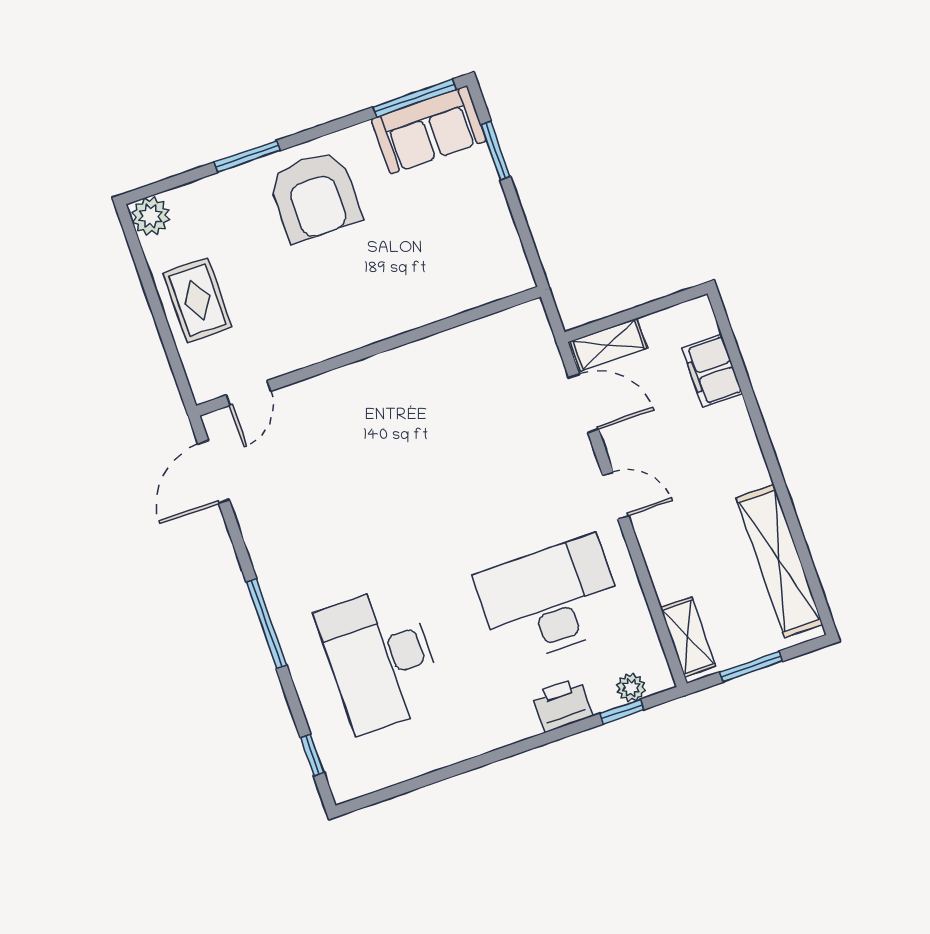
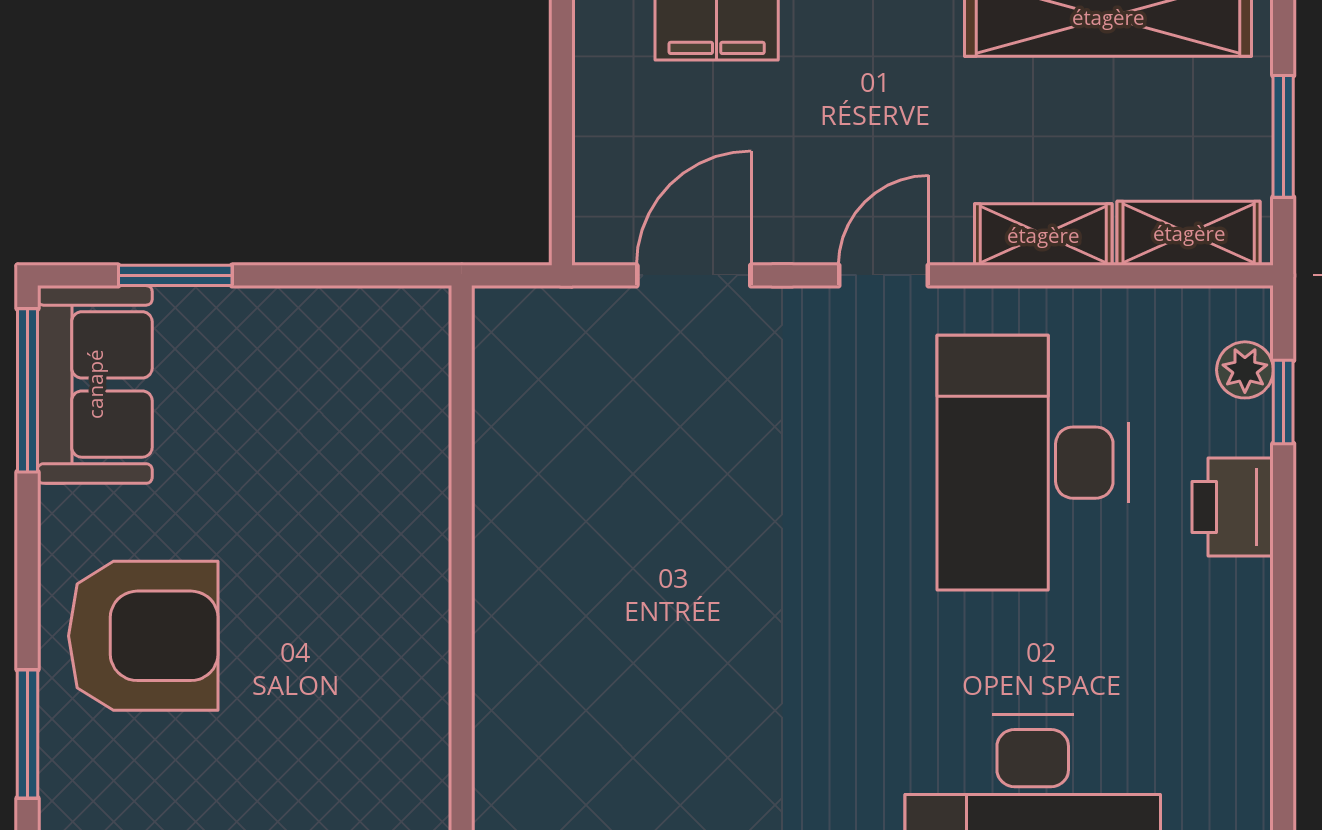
shelving: (609, 345) -> (1043, 235), moved, turned 90

